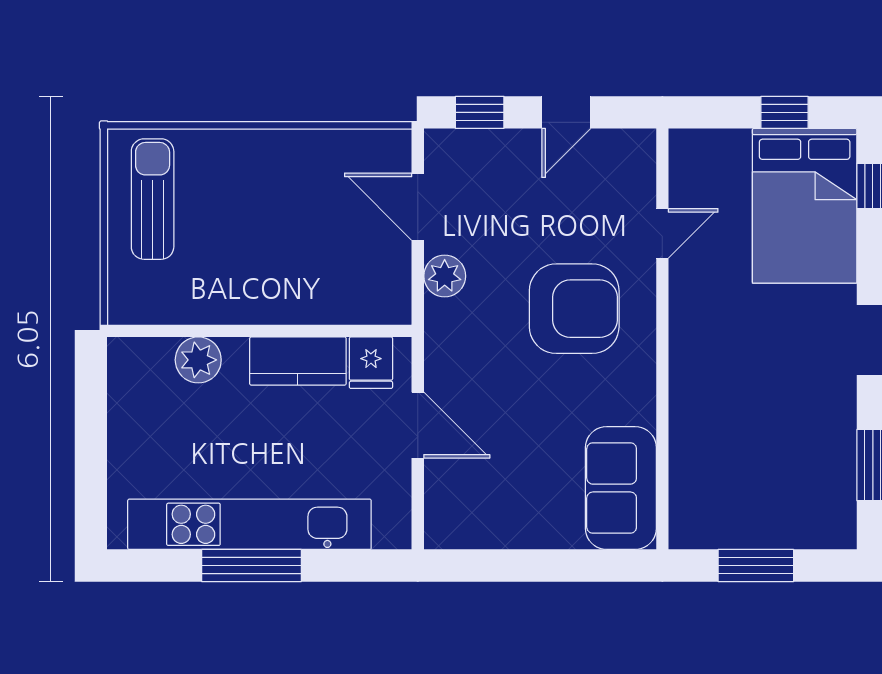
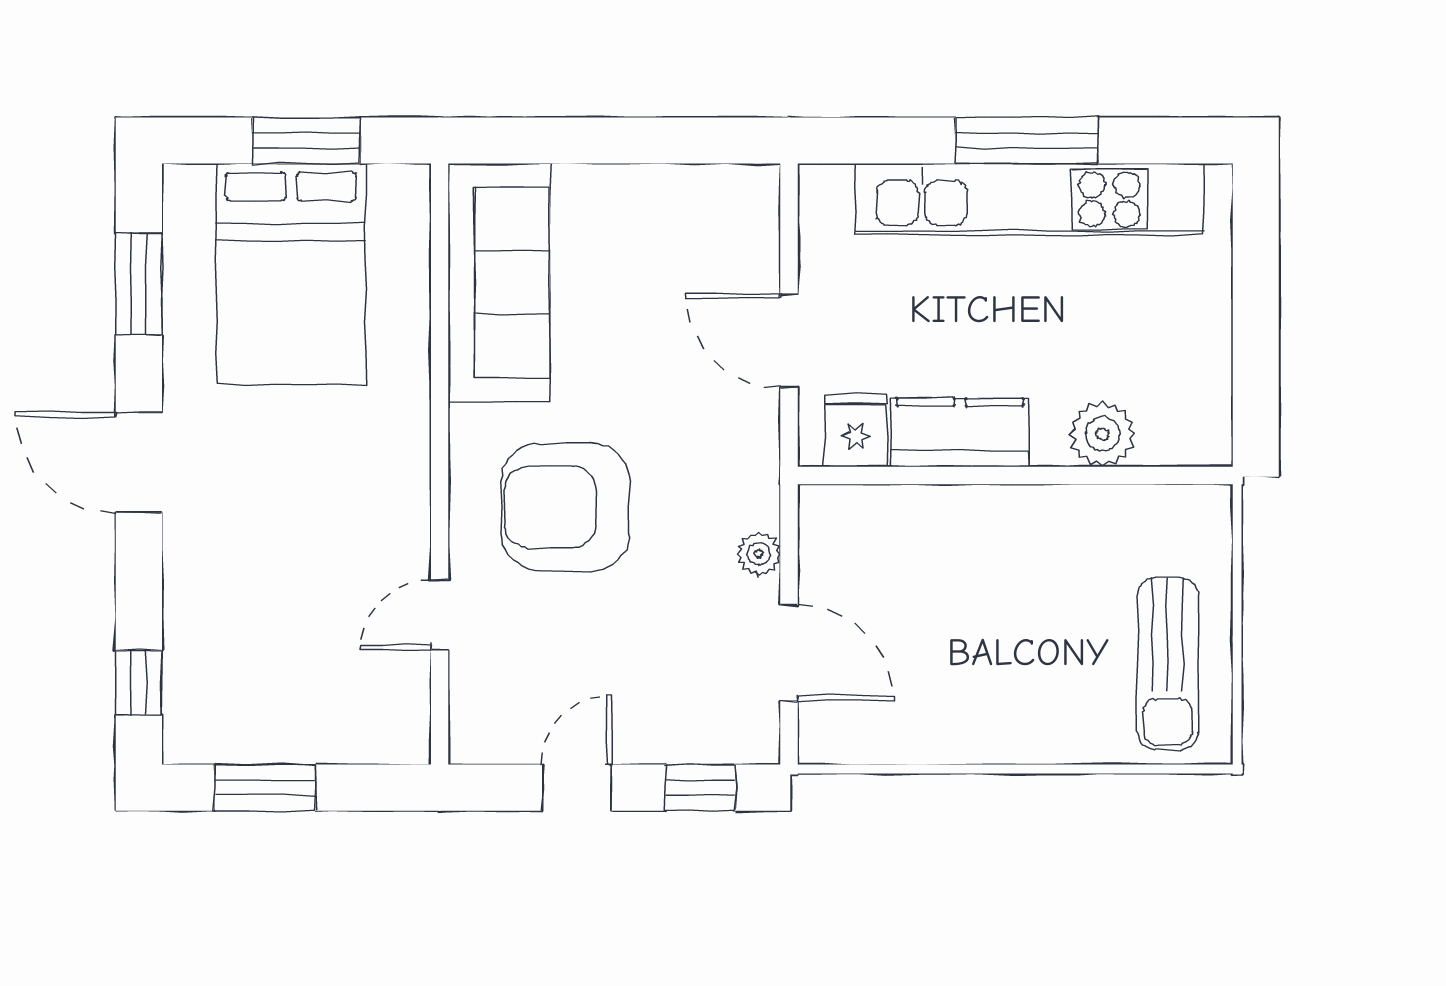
window: (784, 112) -> (265, 788), width x1.50
bed: (805, 206) -> (291, 274), moved, turned 180
plant: (445, 276) -> (759, 554), width x0.73, depth x0.73
sofa: (621, 488) -> (499, 283), width x1.36

